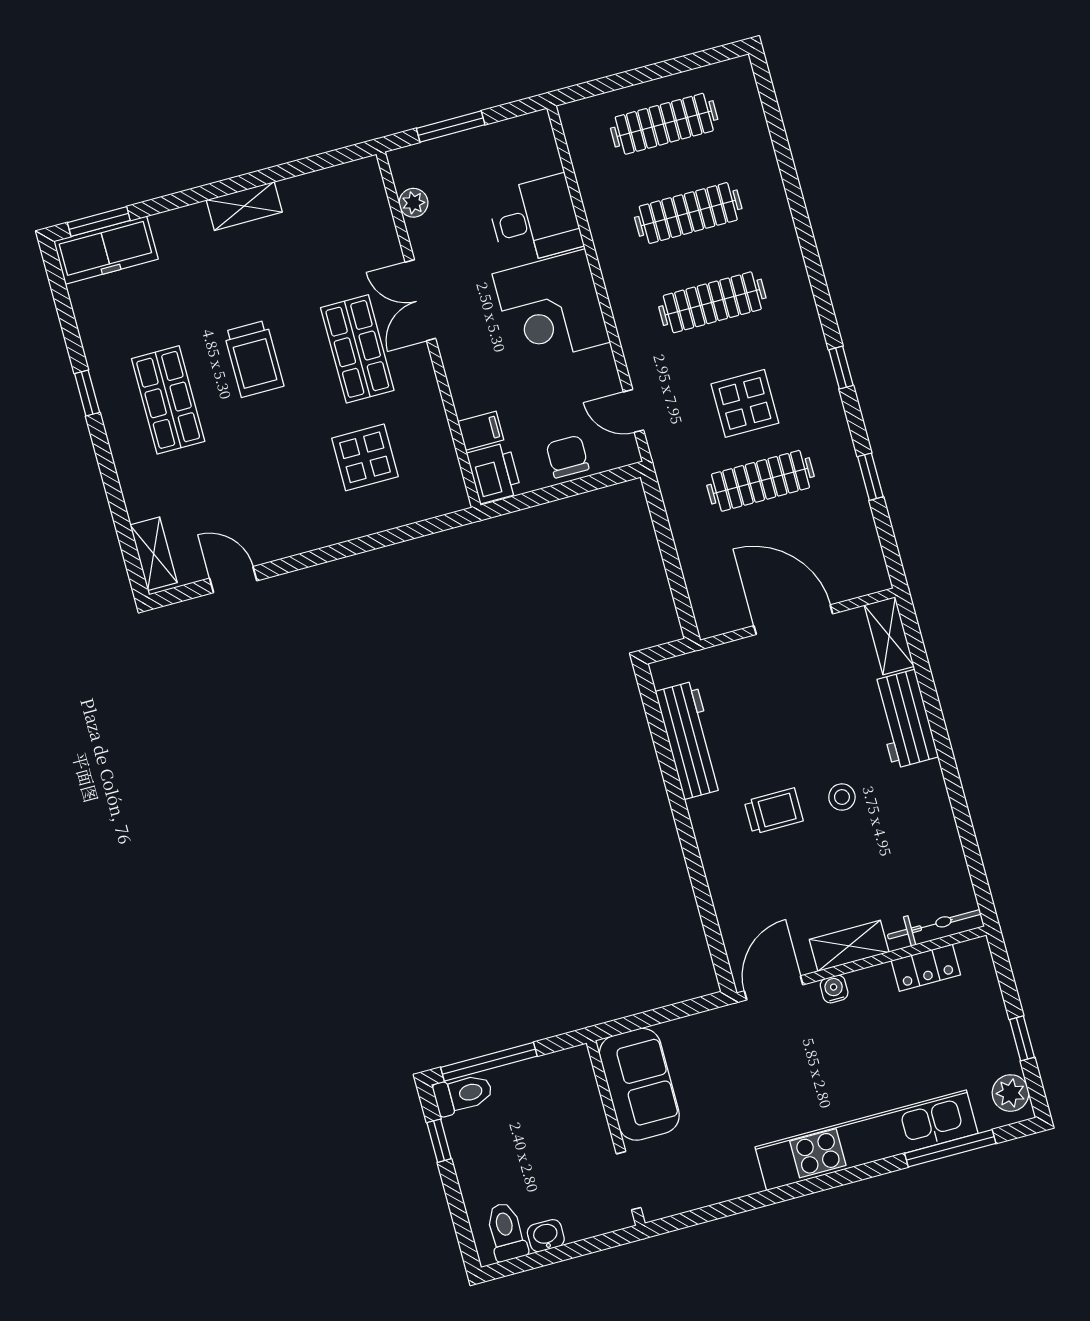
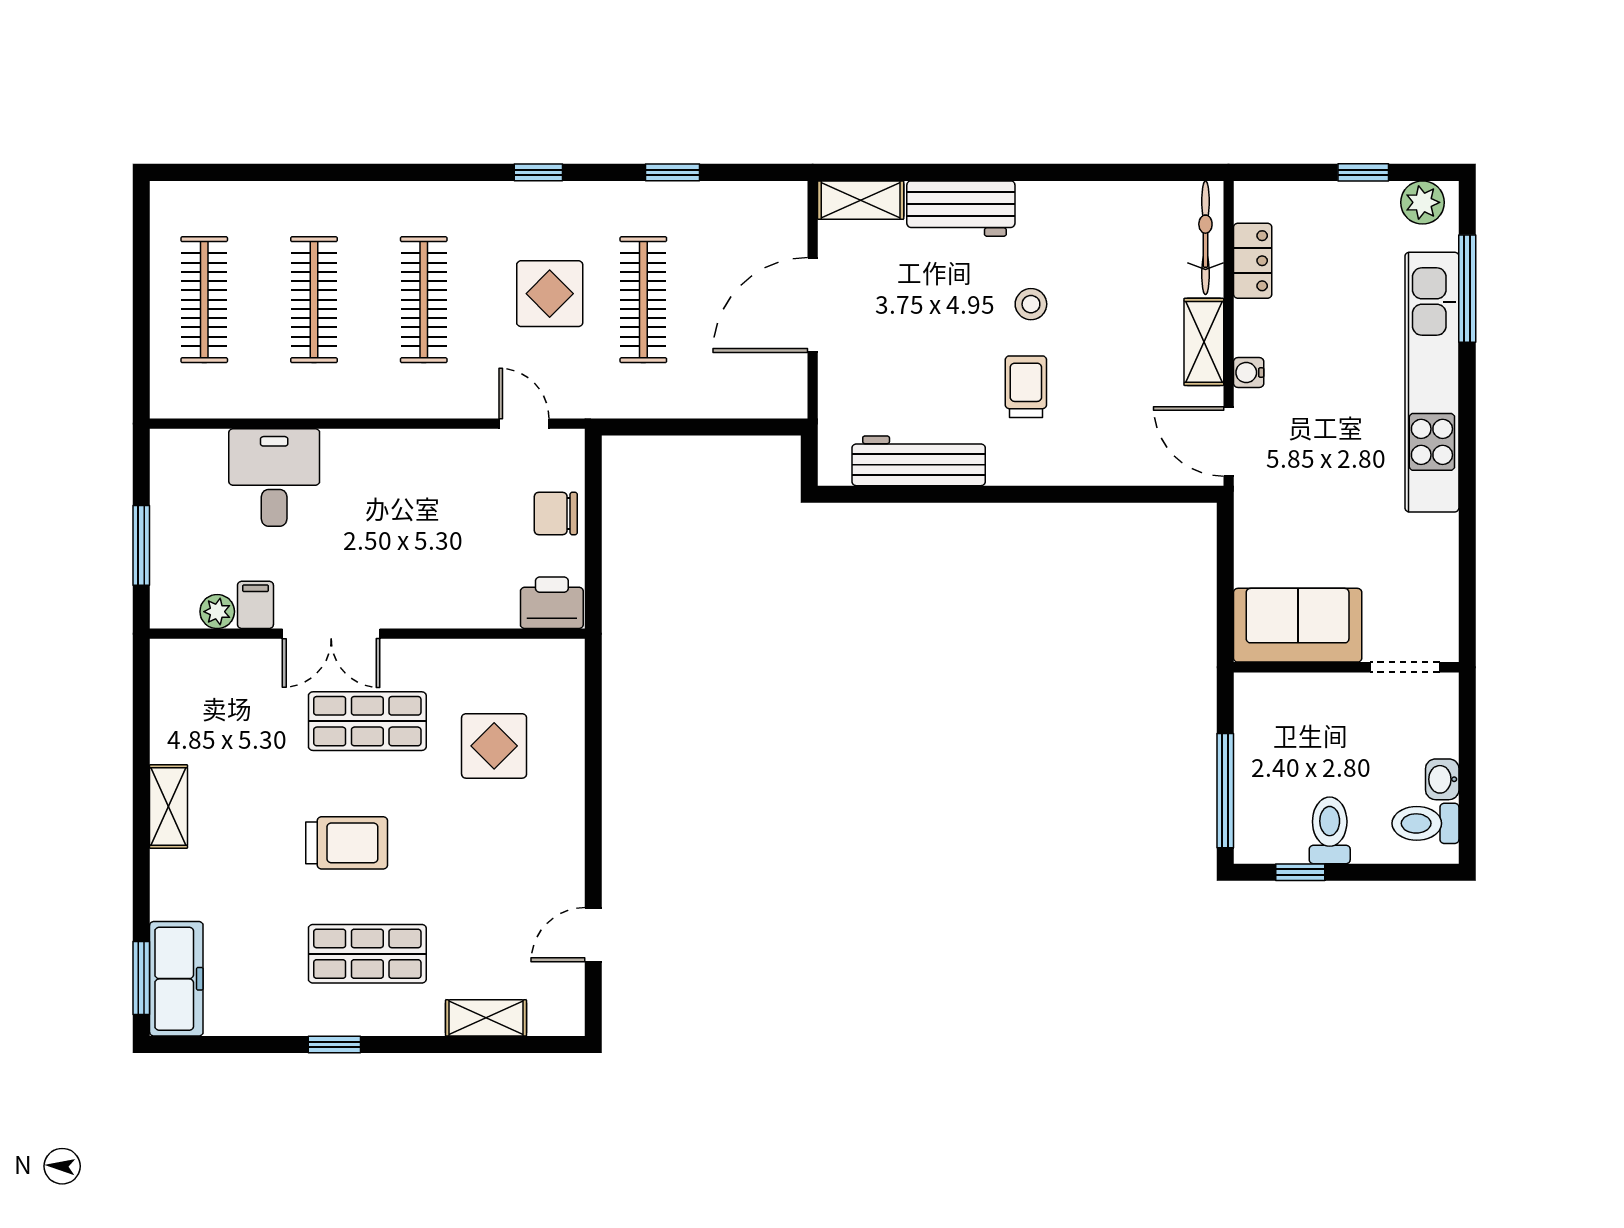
corner desk: (551, 308) -> (380, 486), removed
door: (634, 411) -> (524, 424), swing flipped
filing cabinet: (481, 431) -> (255, 605), moved
shelving: (154, 554) -> (486, 1018), moved
toilet: (463, 1094) -> (1330, 830), moved

